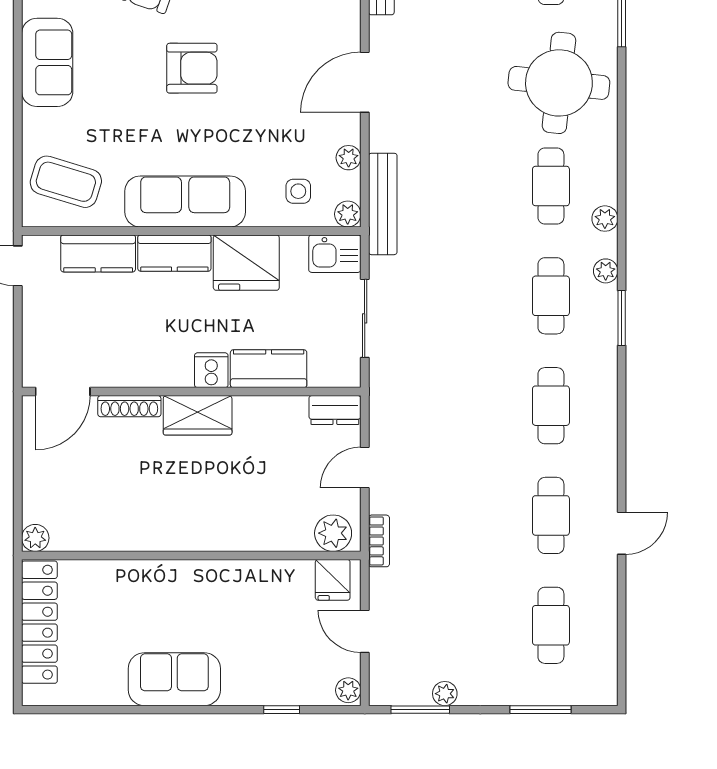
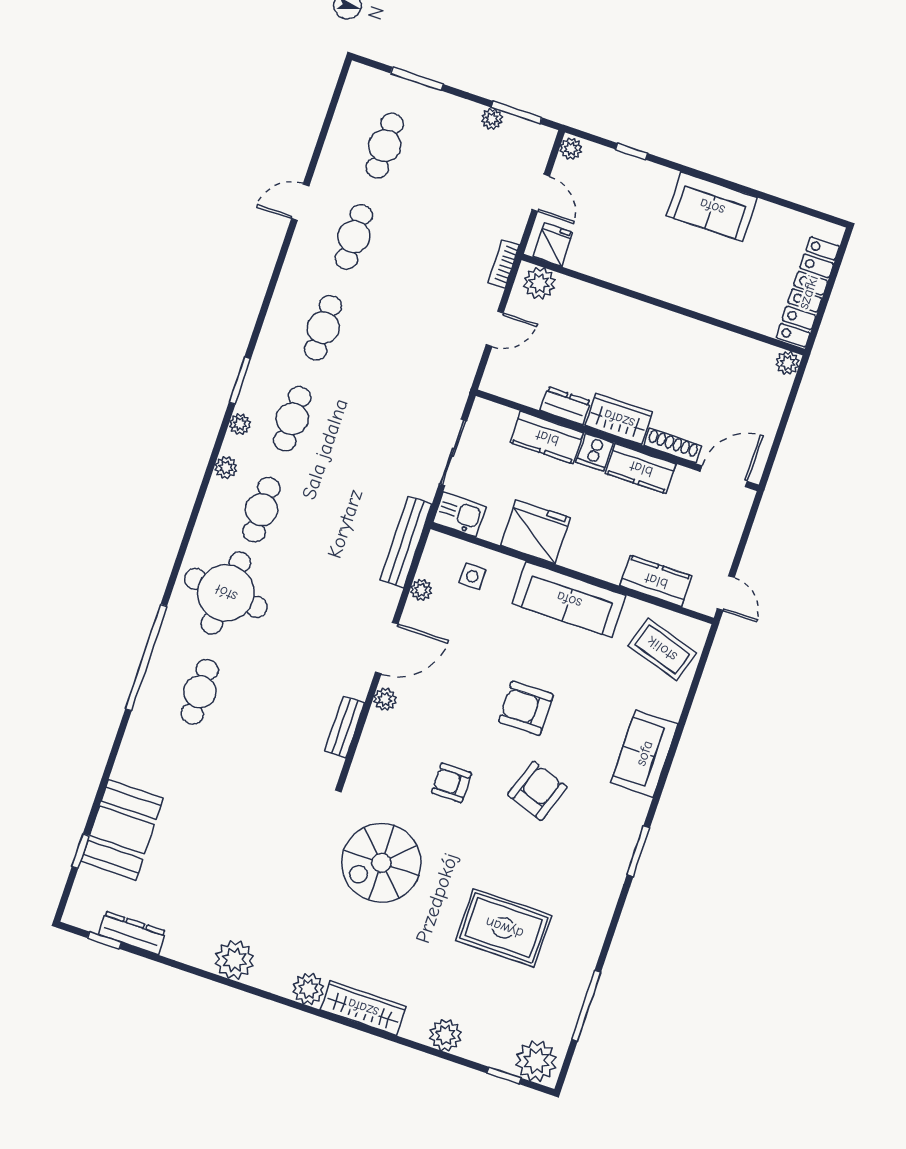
plant: (348, 214) -> (385, 699), moved
kitchen counter: (174, 253) -> (641, 469), moved, turned 180
dresser: (335, 410) -> (565, 406), moved

